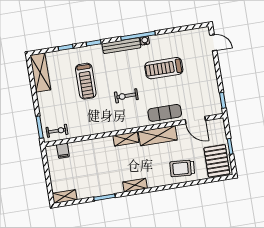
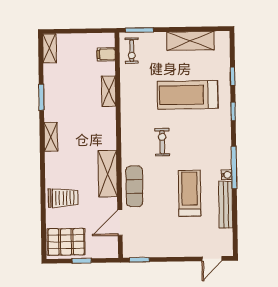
bench: (121, 46) -> (226, 205), moved
shelving: (40, 73) -> (190, 41), moved
treadmill: (86, 81) -> (188, 95), width x1.37, depth x1.38
shelving: (126, 139) -> (109, 91), moved
trolley: (182, 168) -> (63, 198), turned 86

